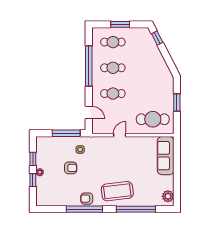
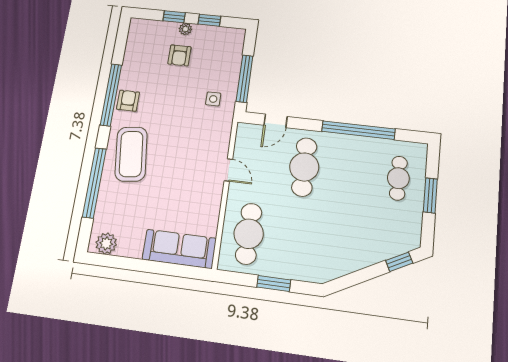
cafe table: (113, 68) -> (351, 173), removed
cafe table: (113, 94) -> (304, 167), width x1.37, depth x1.35
armchair: (71, 168) -> (179, 55), moved

